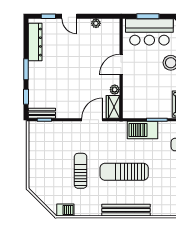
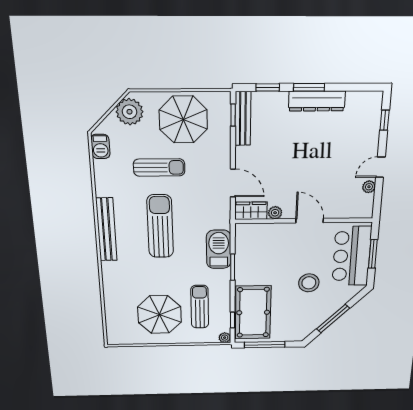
door: (69, 16) -> (380, 167), moved
dresser: (35, 42) -> (317, 101), moved
bench: (42, 113) -> (243, 119), width x1.36
parasol: (47, 153) -> (183, 120), added
plant: (42, 189) -> (130, 112), added

